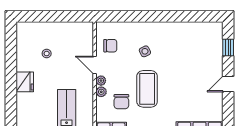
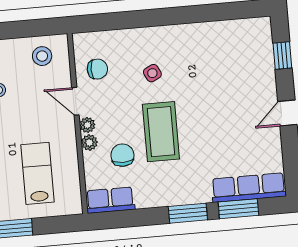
stool: (76, 34) -> (42, 56), added
chair: (121, 102) -> (122, 155), turned 180

